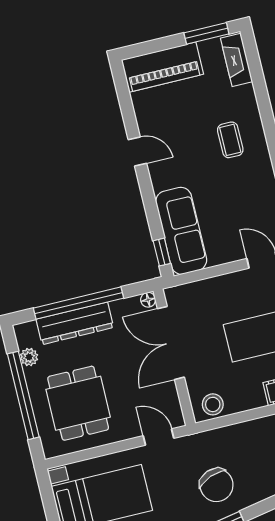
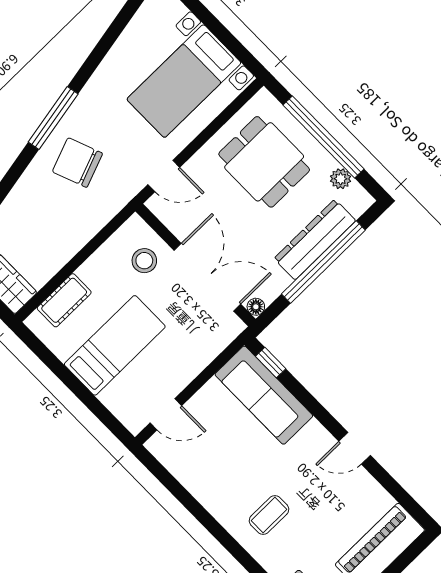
coffee table: (230, 140) -> (269, 515), turned 90
stool: (213, 404) -> (144, 261), moved

